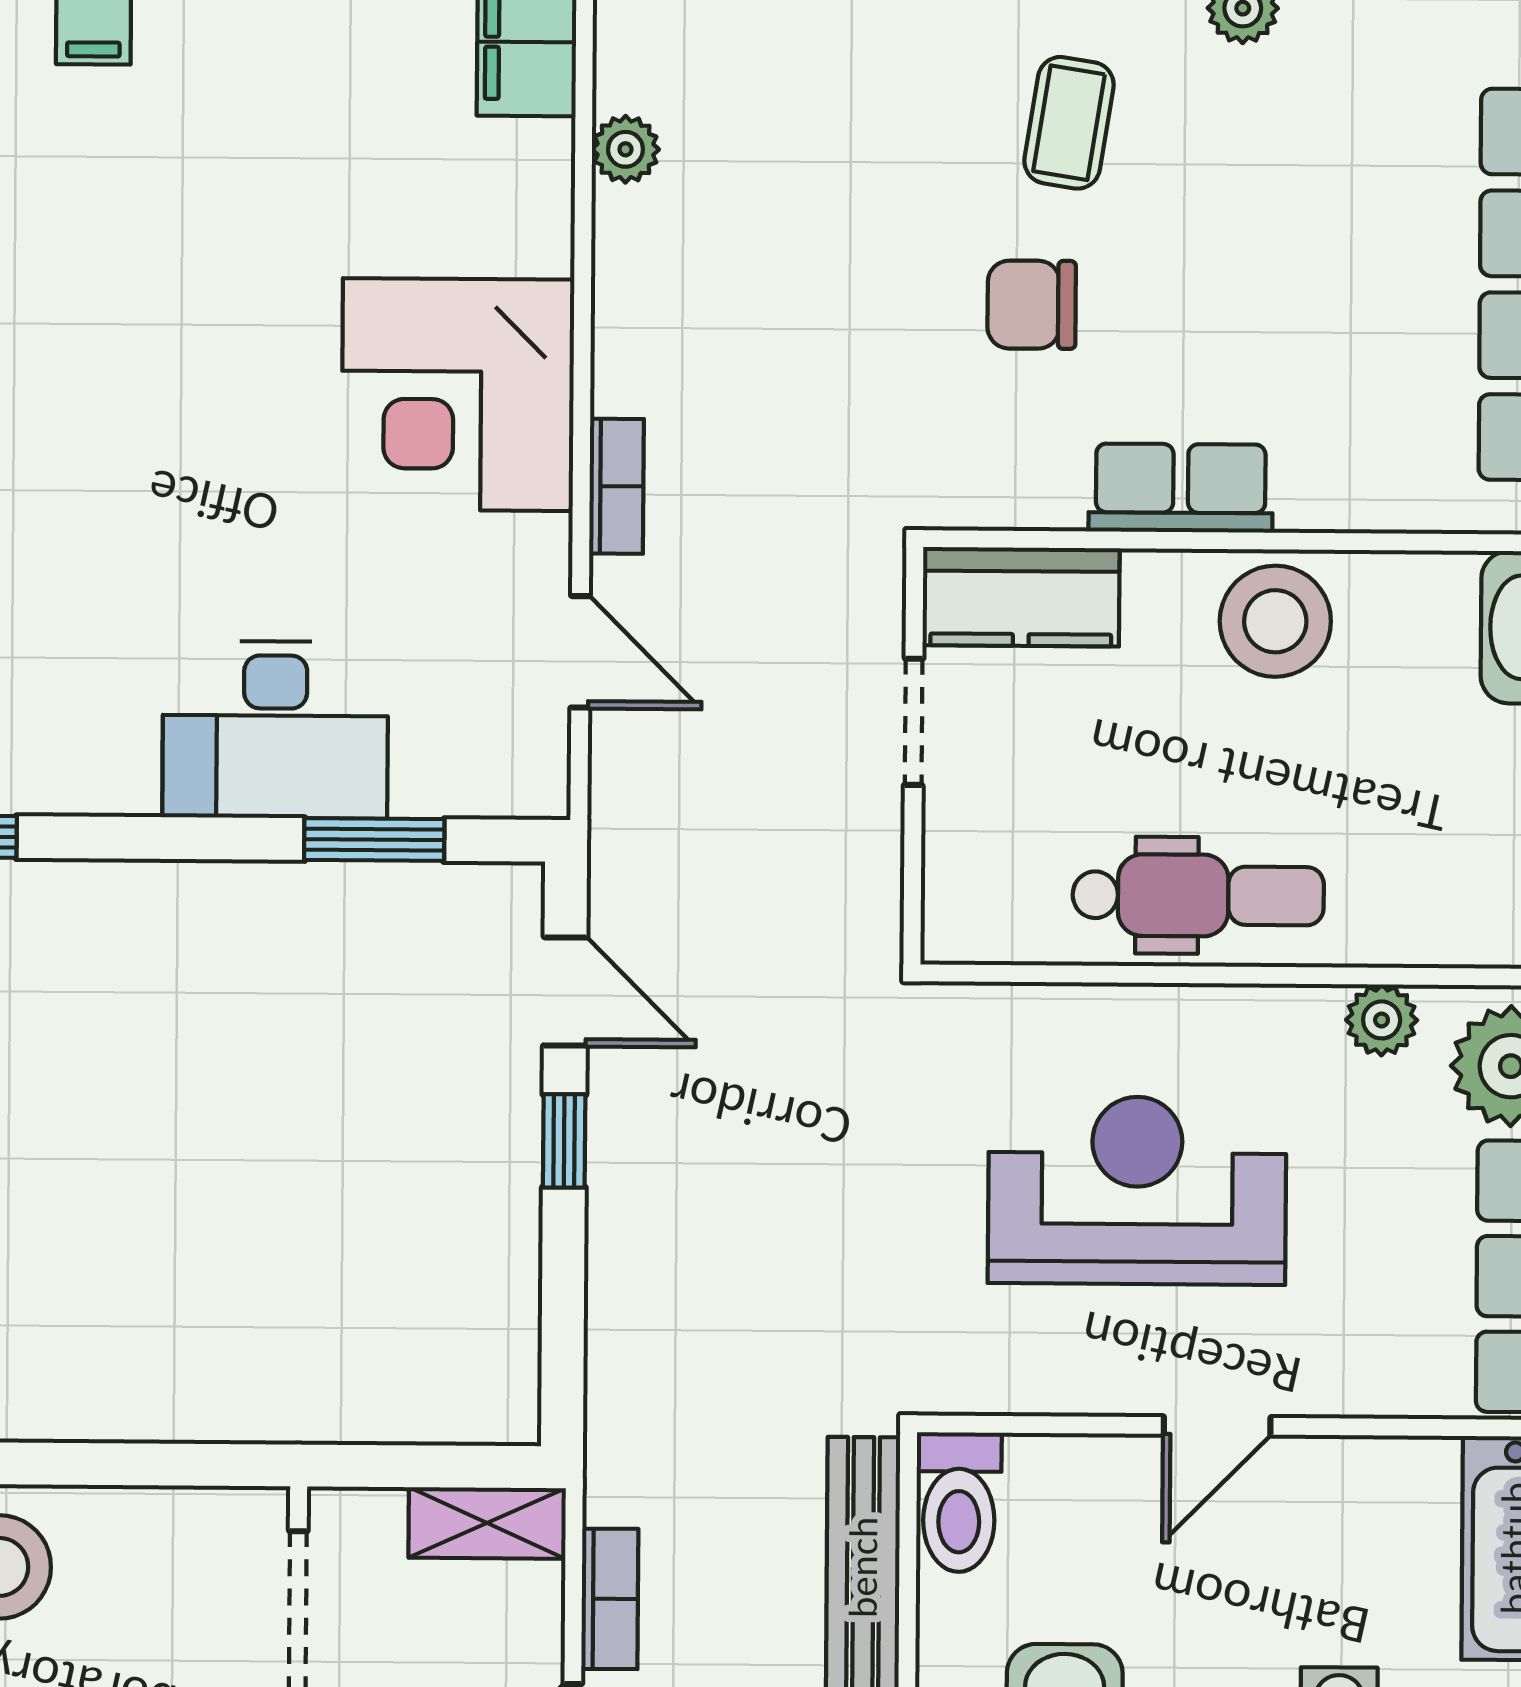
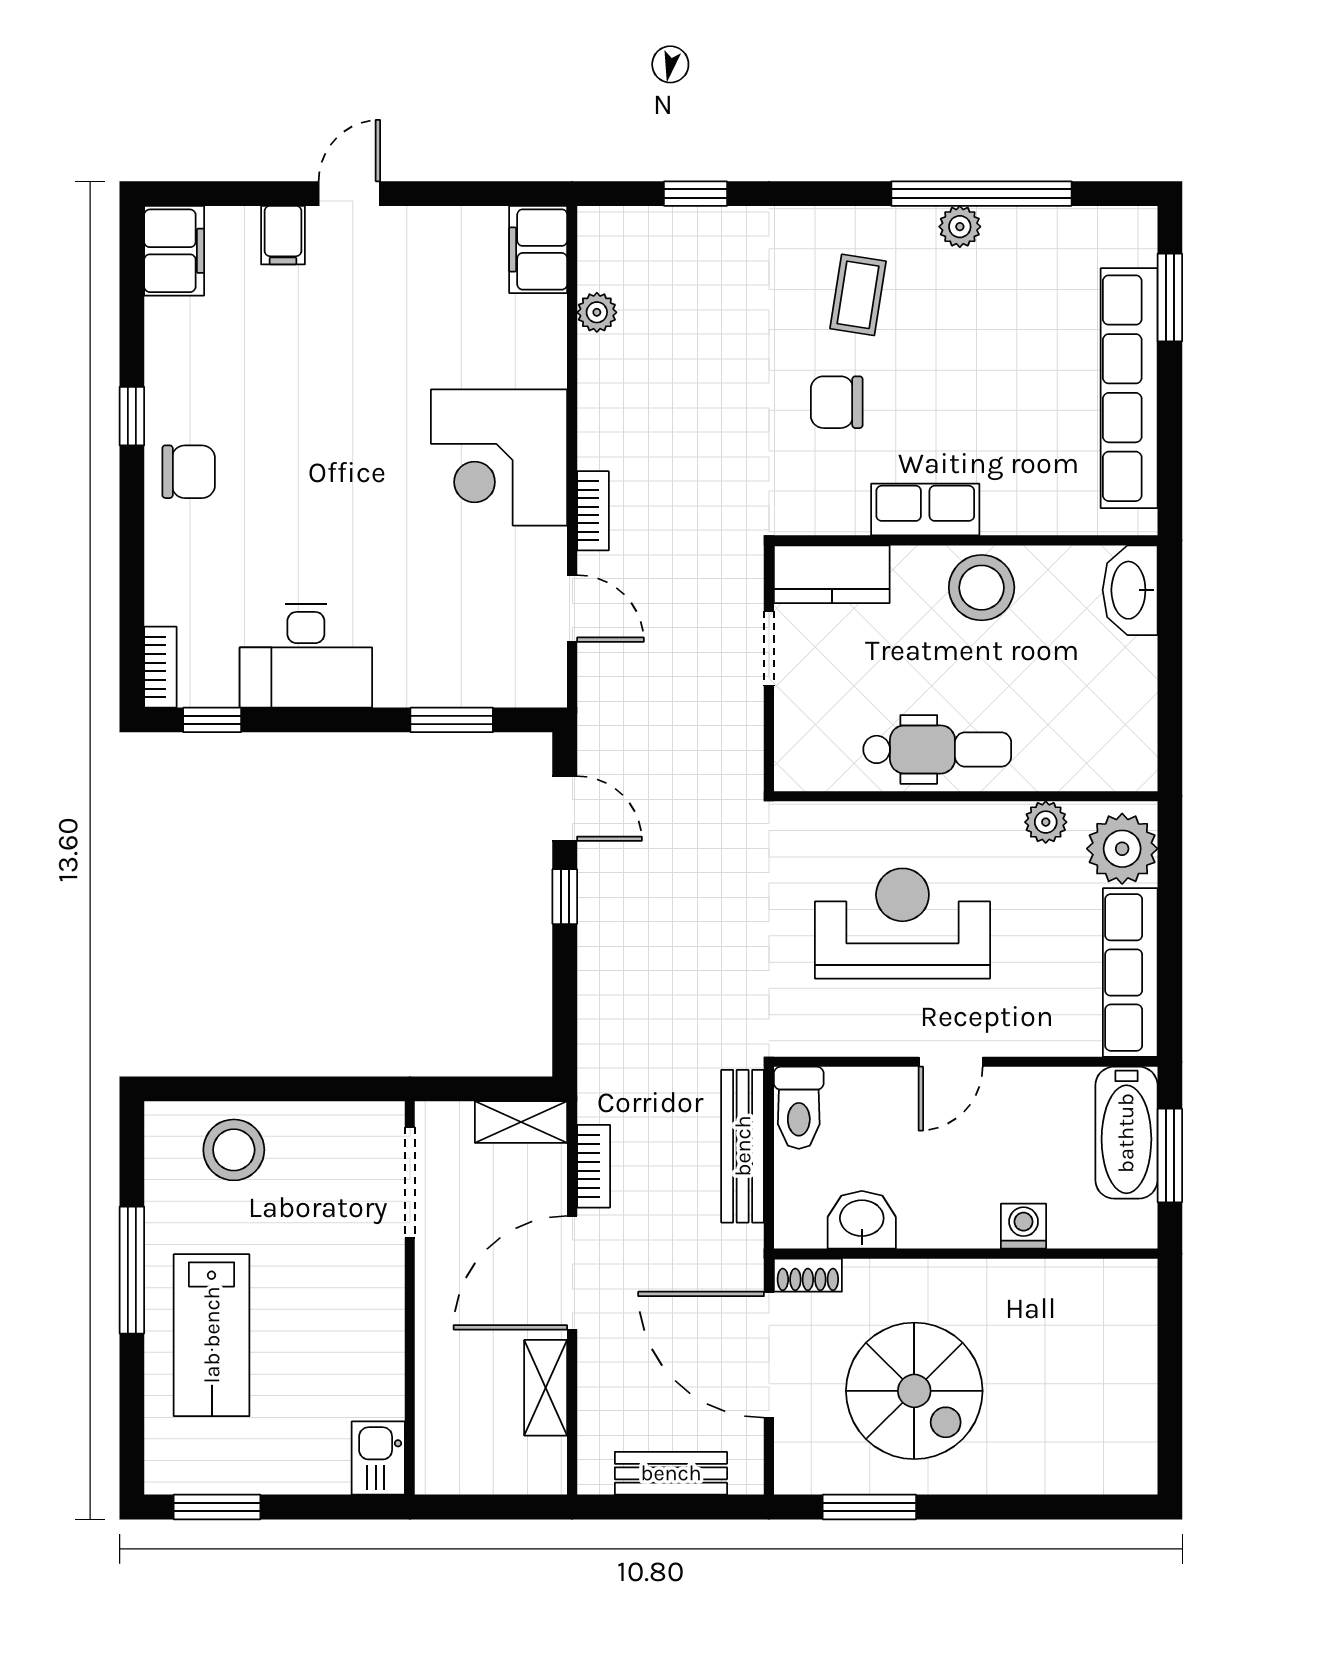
desk: (275, 730) -> (306, 656), moved

